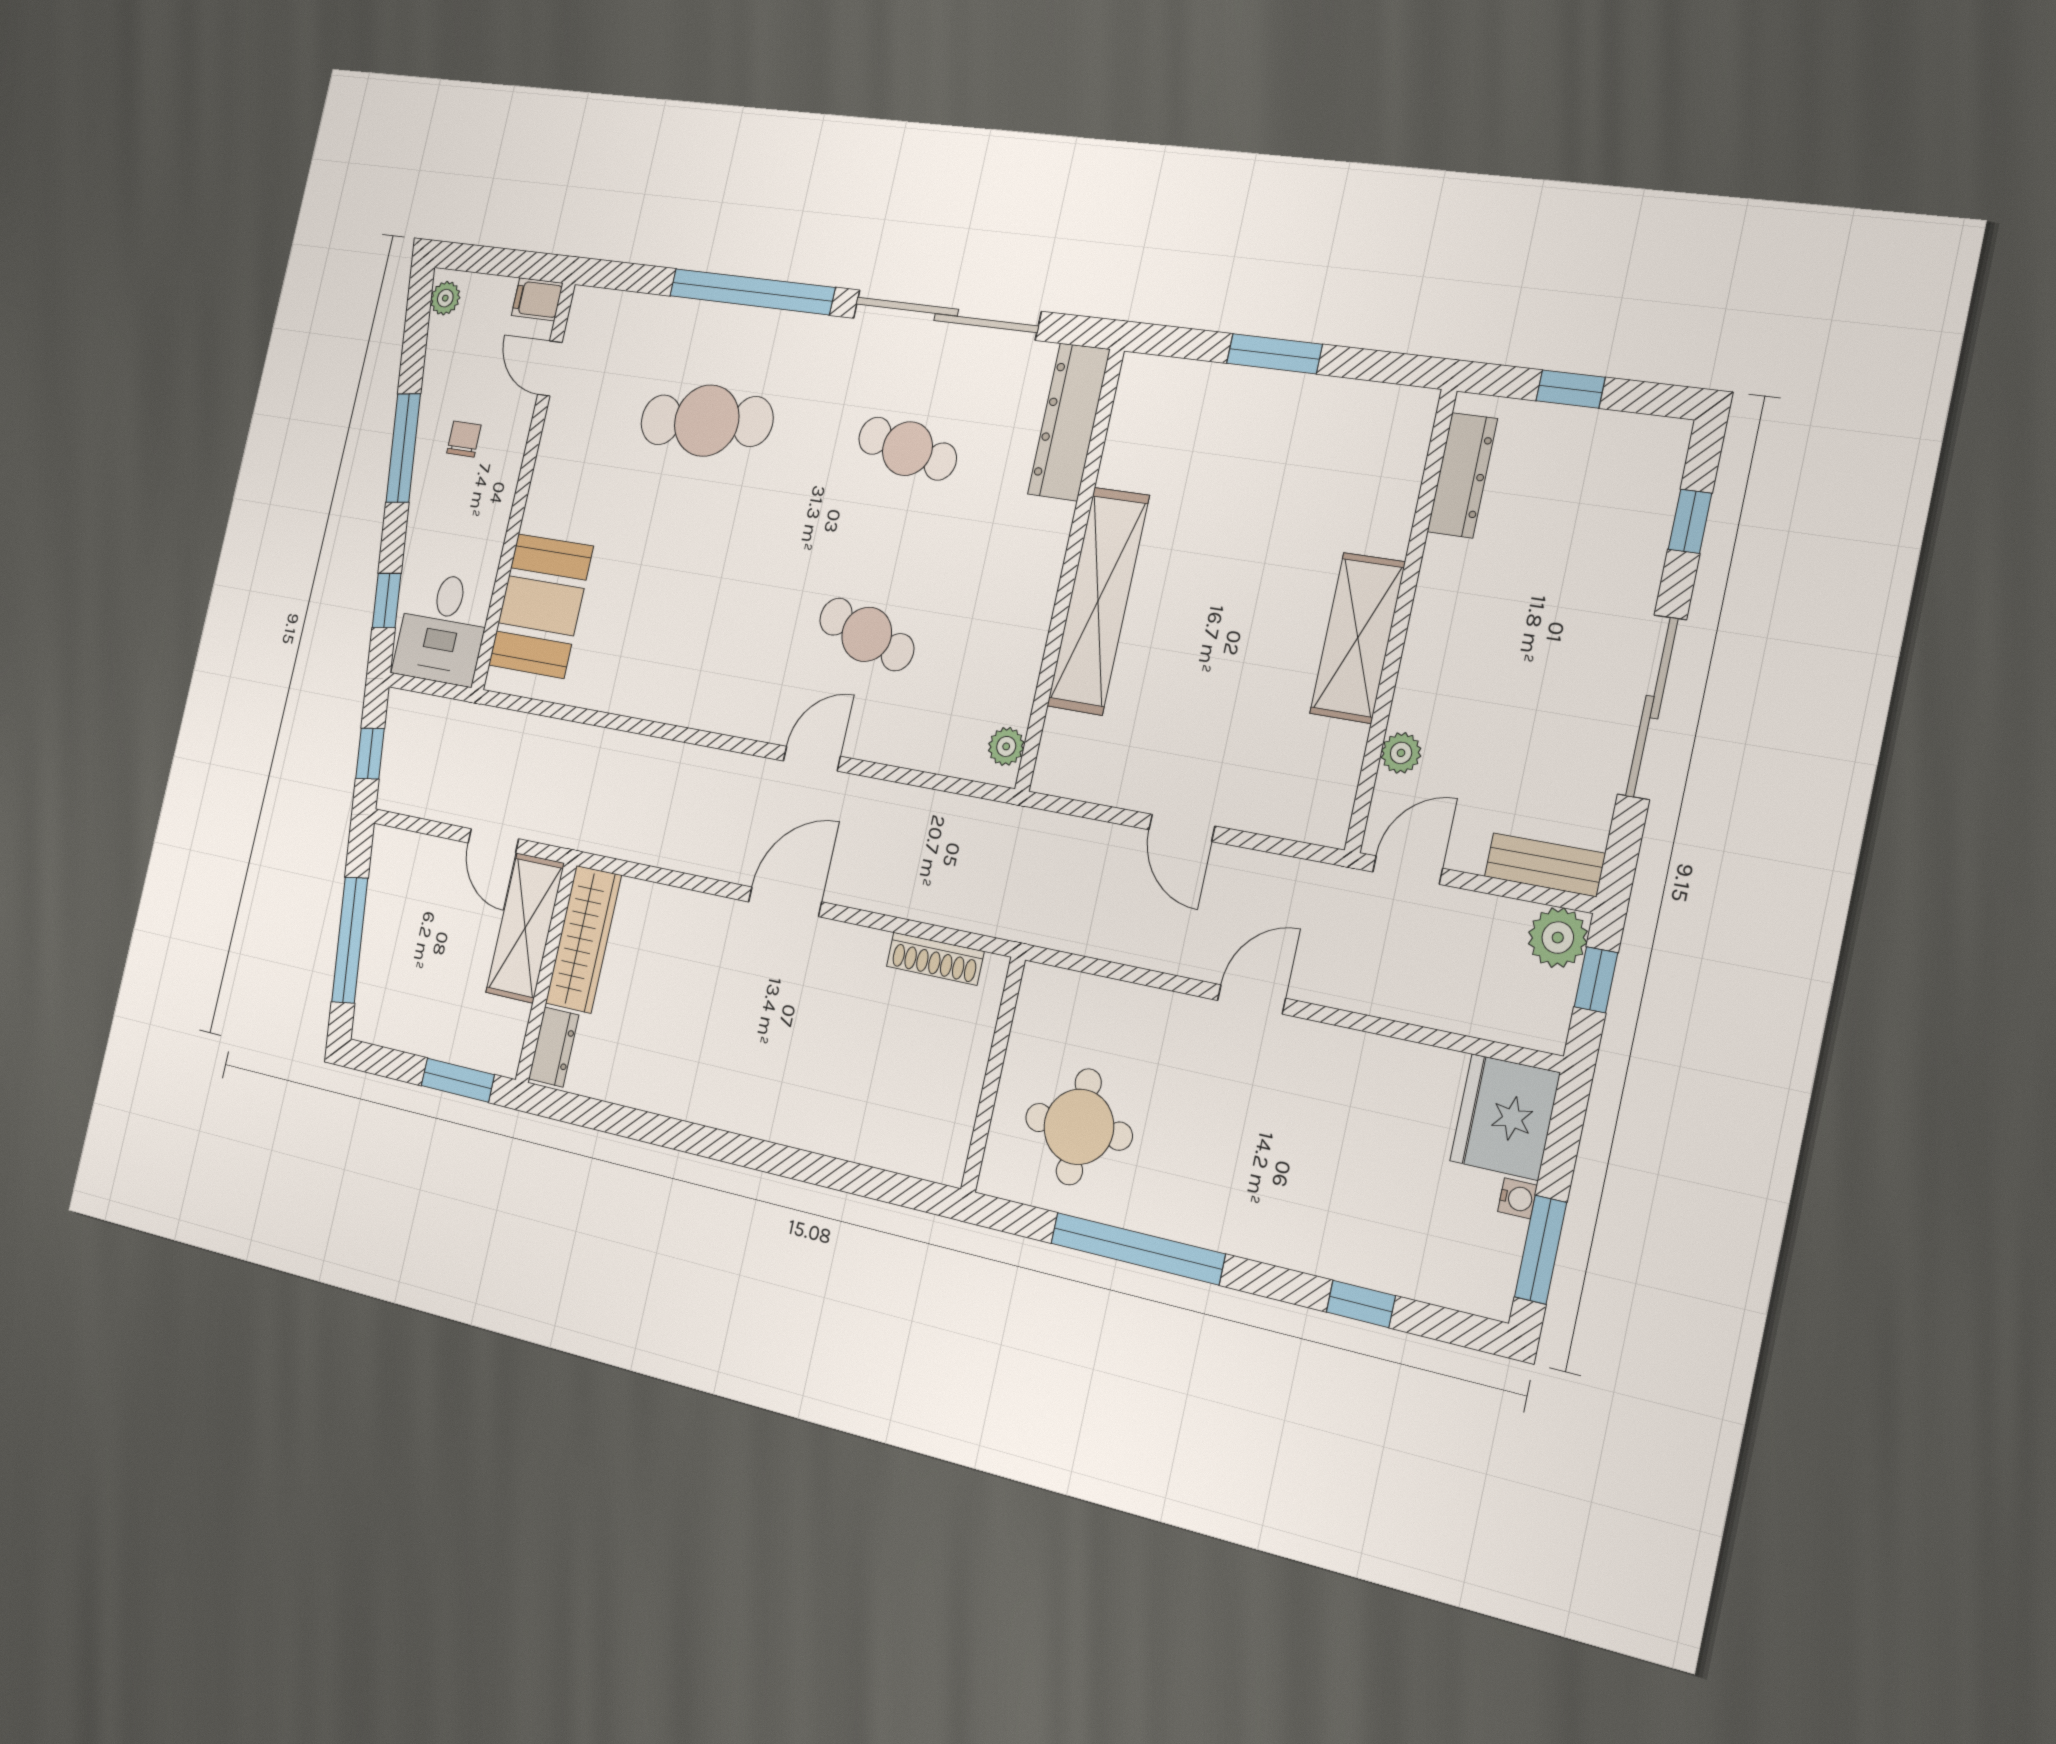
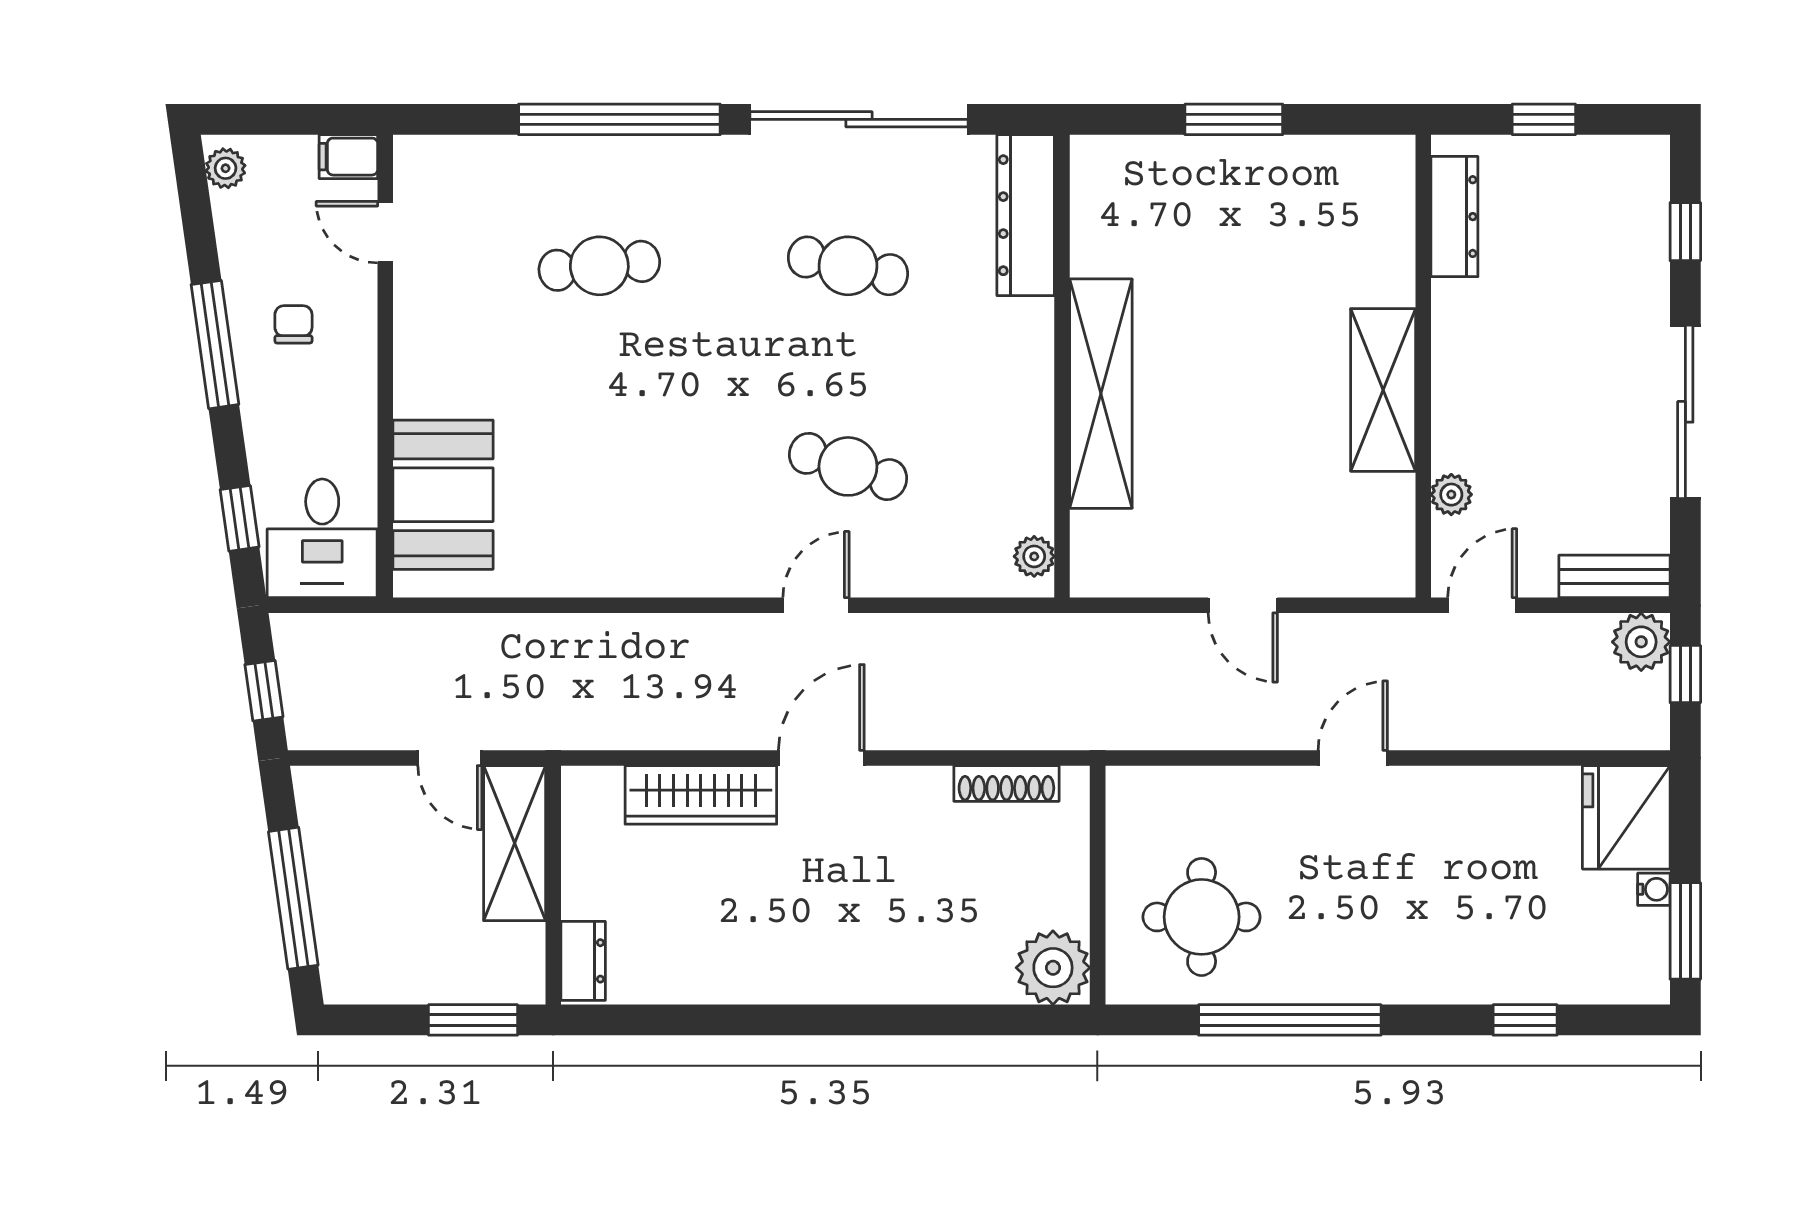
cafe table: (707, 421) -> (599, 266), width x0.73, depth x0.74
wardrobe: (583, 939) -> (701, 795), moved, turned 90
plant: (937, 1145) -> (1053, 968), added

